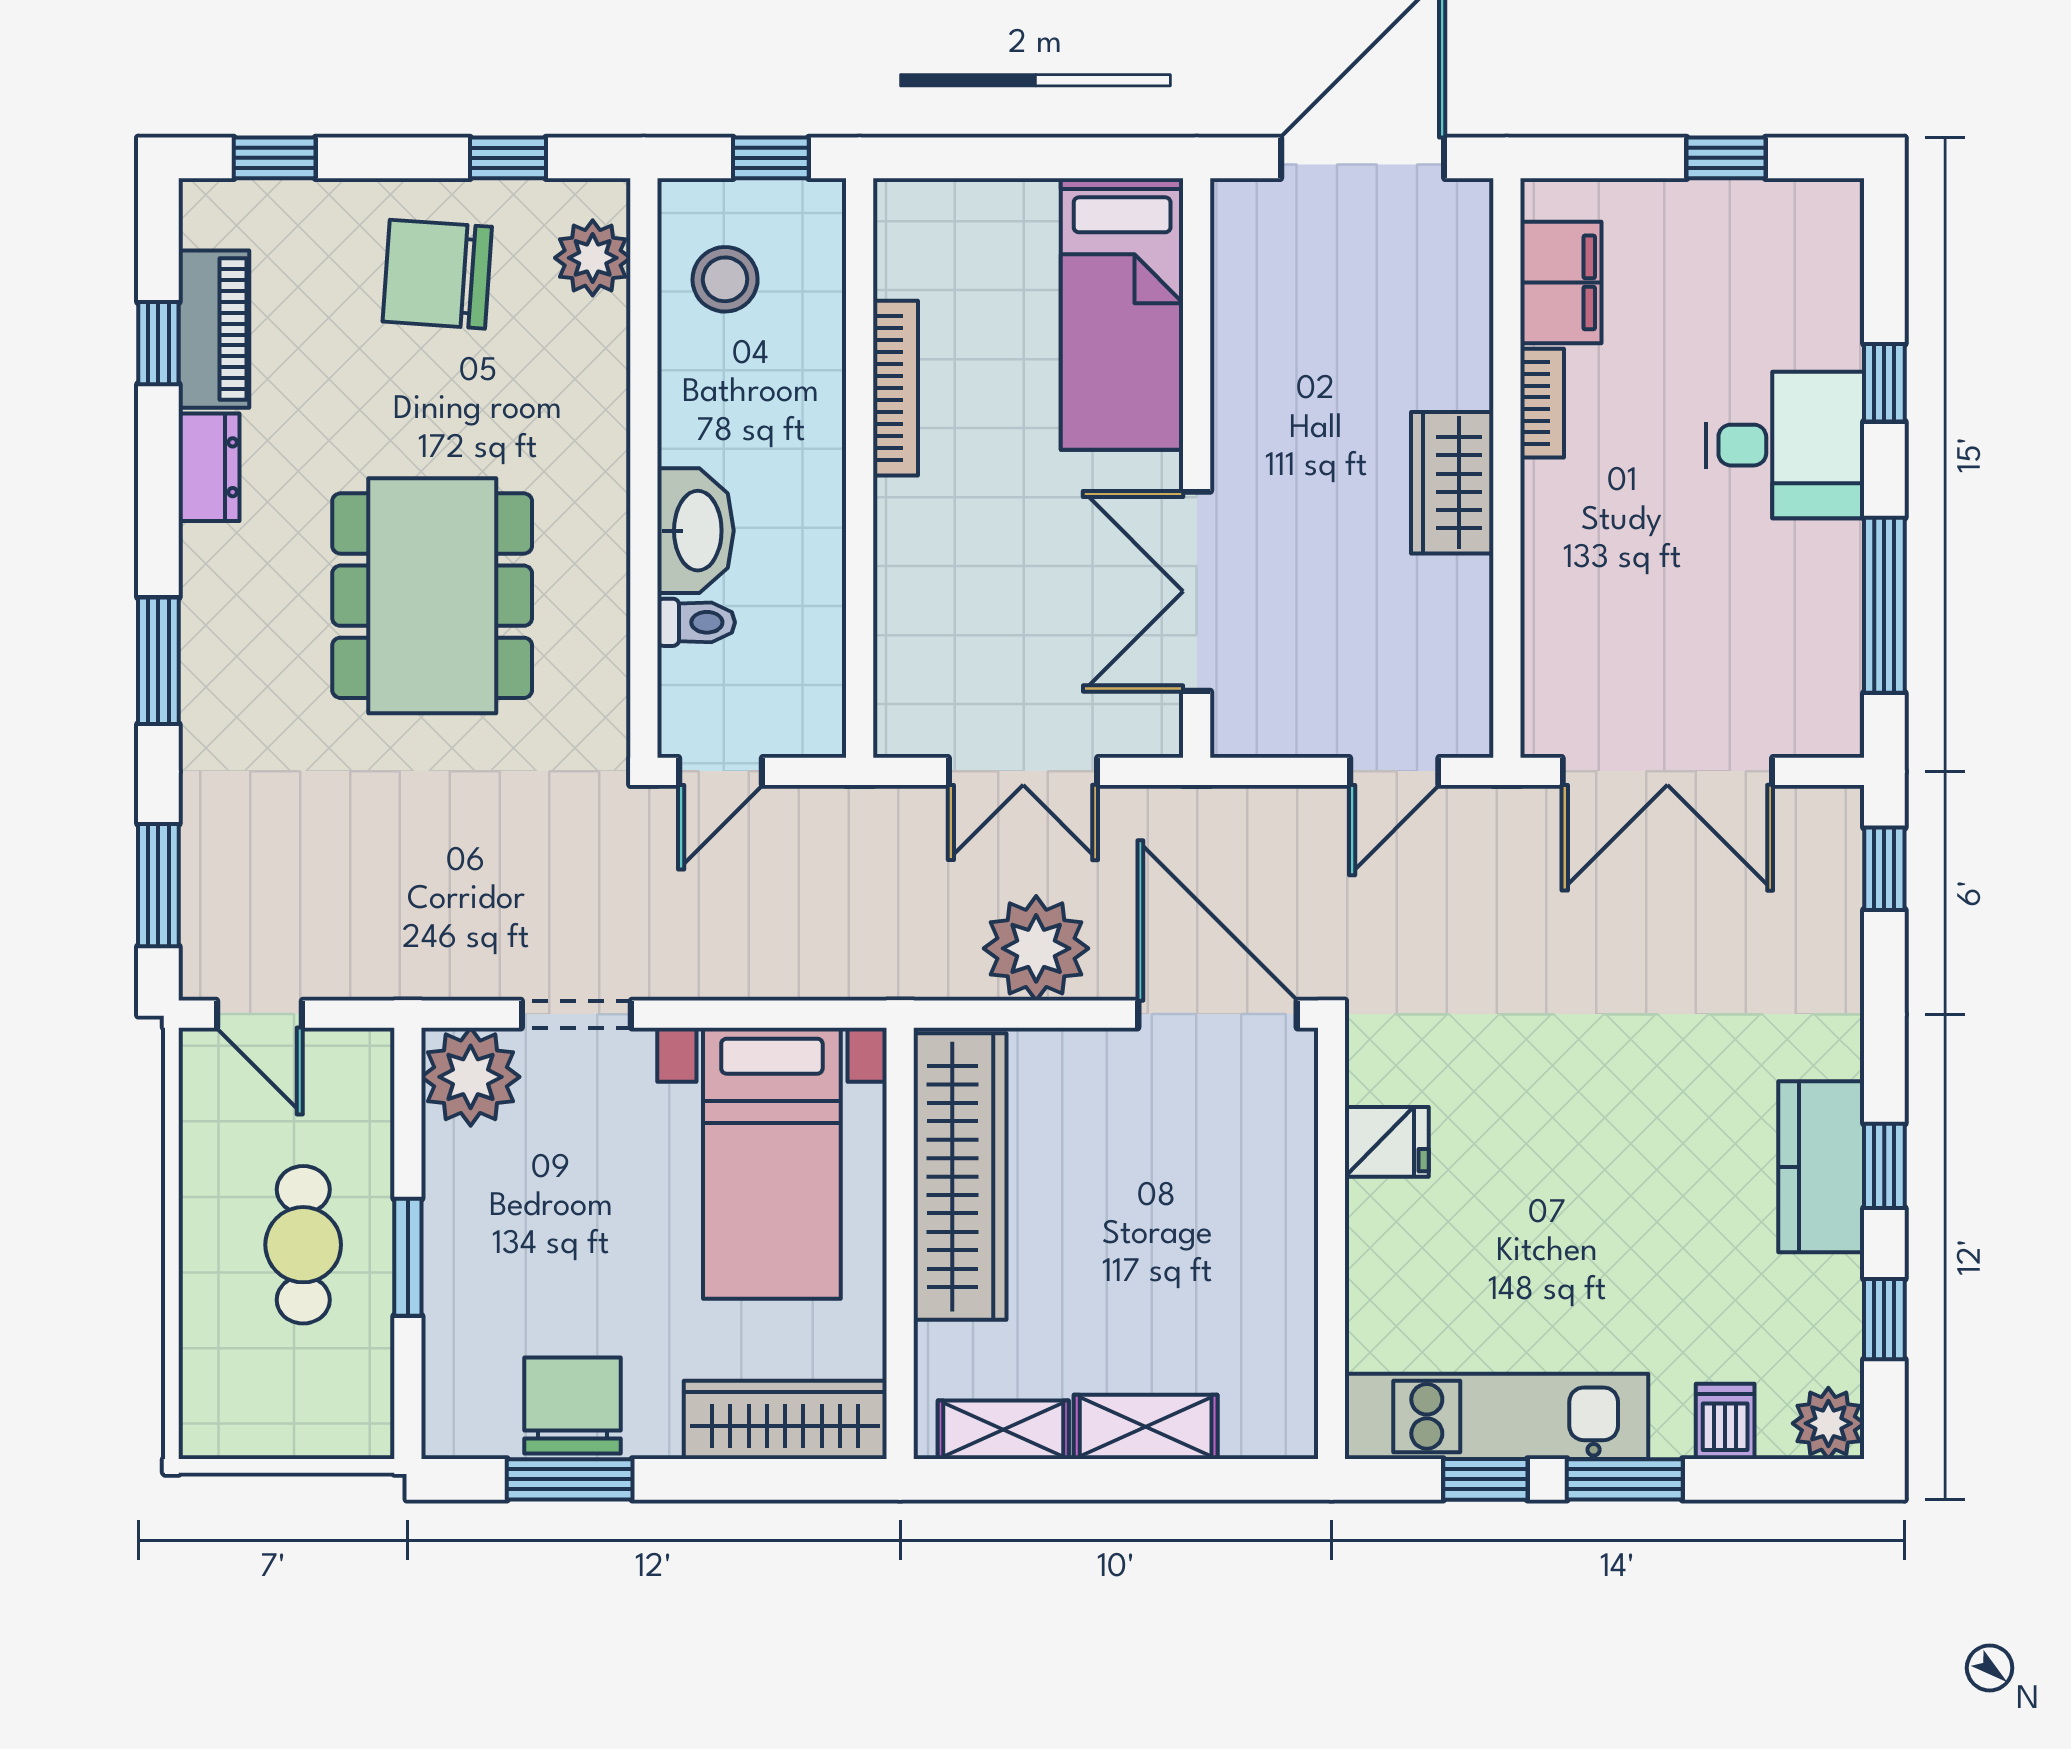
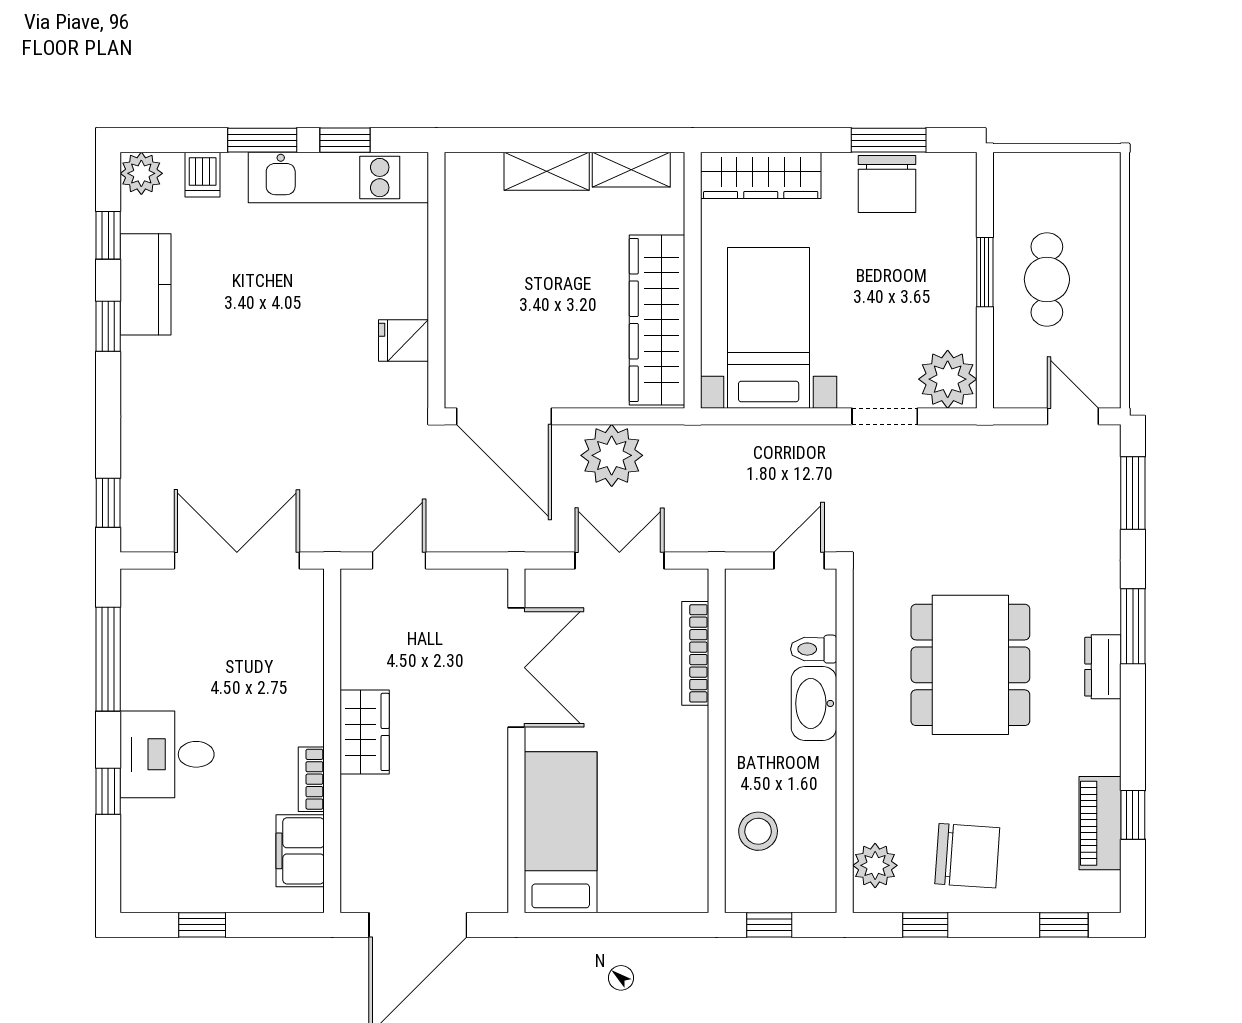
stool: (725, 279) -> (758, 831), moved
bookcase: (895, 388) -> (695, 653), moved
dresser: (209, 467) -> (1103, 667), moved
kitchen counter: (1821, 1167) -> (145, 284), moved

